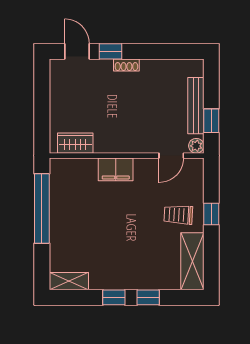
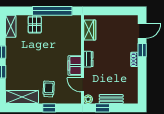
bench: (196, 106) -> (111, 99), width x0.73
dresser: (126, 145) -> (88, 59), added
filing cabinet: (116, 169) -> (75, 65), moved
pallet: (66, 239) -> (35, 25), added

